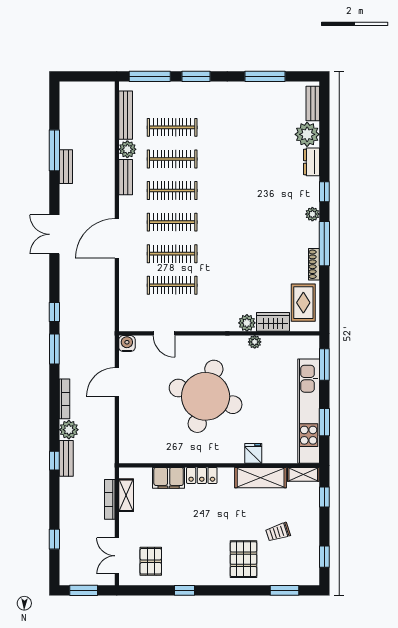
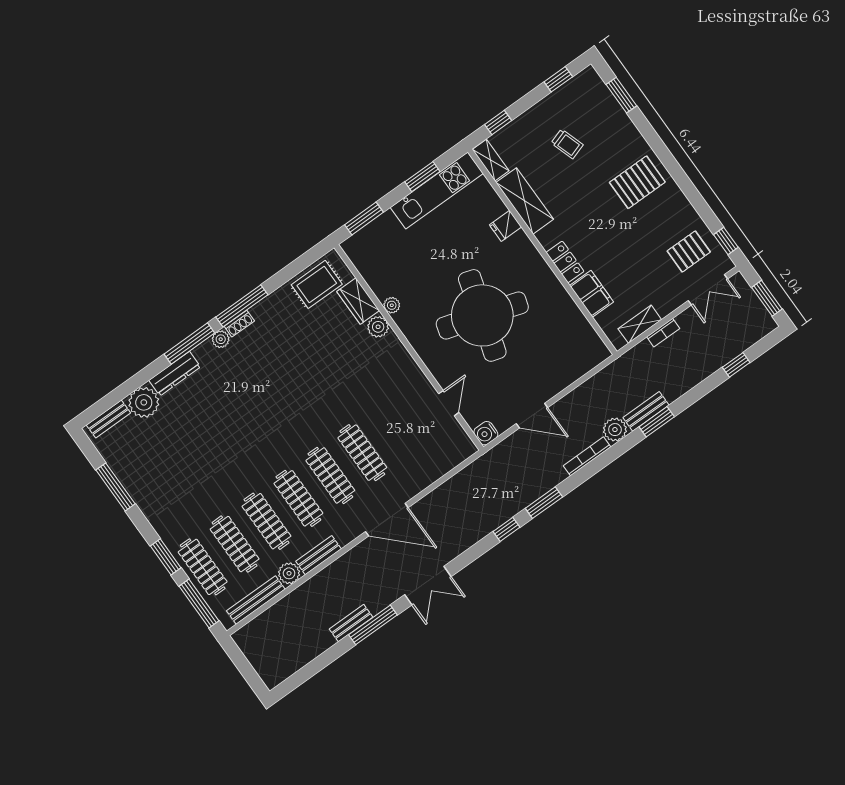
window: (54, 150) -> (373, 625), moved
dresser: (312, 162) -> (175, 374), width x1.44
window: (324, 192) -> (189, 343), width x2.17
shoe rack: (314, 264) -> (239, 324), moved, width x0.70
clothes rail: (172, 285) -> (203, 567), moved
kitchen unit: (309, 411) -> (437, 190), width x0.73
window: (54, 461) -> (657, 422), width x1.50
bookcase: (110, 499) -> (663, 333), width x0.64
pallet: (243, 559) -> (637, 182), moved
window: (185, 590) -> (726, 241), moved

